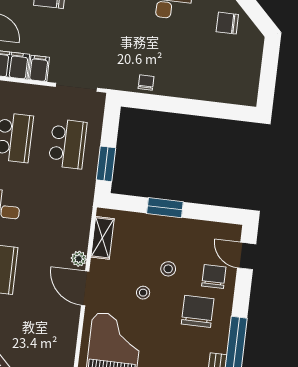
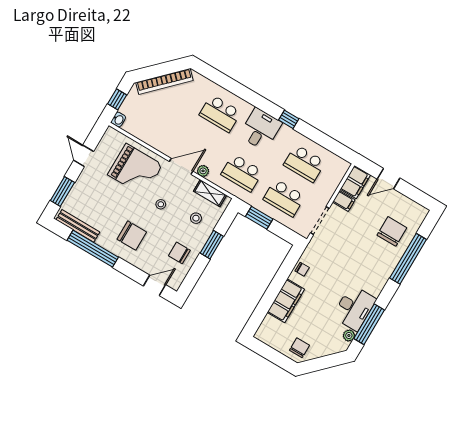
chair: (227, 23) -> (299, 348), moved
filing cabinet: (194, 85) -> (286, 301), added
school desk: (60, 210) -> (242, 173), added
stool: (168, 269) -> (196, 218), moved
chair: (214, 277) -> (179, 253), moved, turned 180

